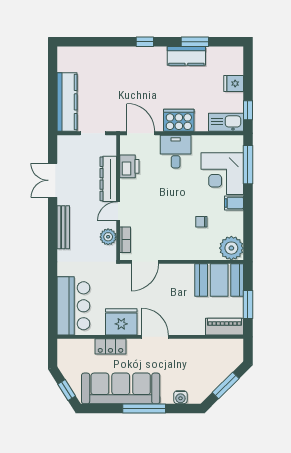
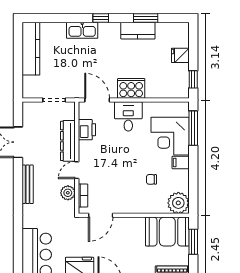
kitchen counter: (67, 102) -> (31, 49), moved
kitchen sink: (226, 122) -> (82, 30), moved, turned 180
window: (248, 304) -> (193, 242), moved

